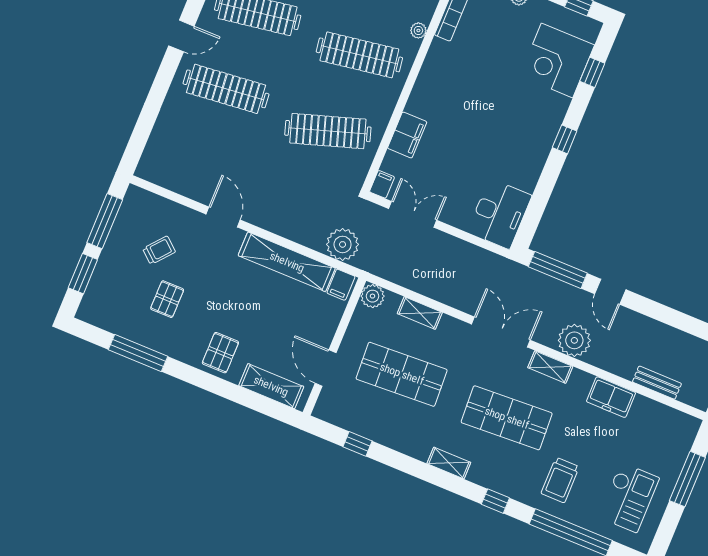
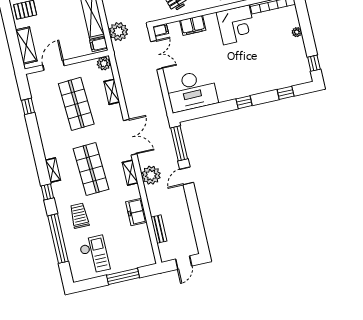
corner desk: (557, 60) -> (236, 25), moved, turned 180
desk: (499, 214) -> (192, 91), width x1.36, depth x1.30
shelving: (449, 463) -> (53, 170), moved
trolley: (560, 480) -> (79, 216), turned 90
checkout: (629, 497) -> (94, 255), turned -90

